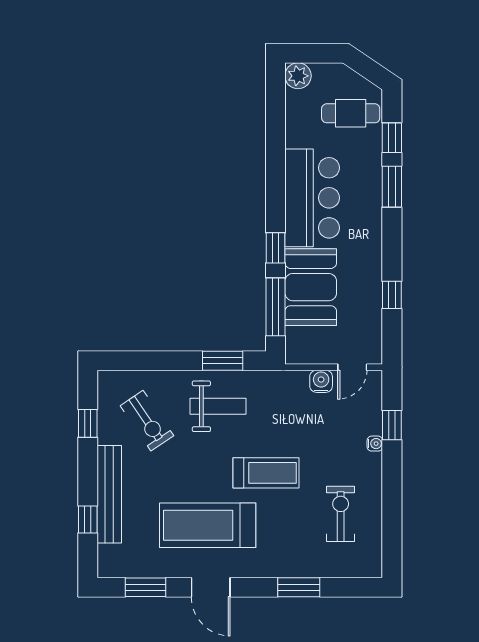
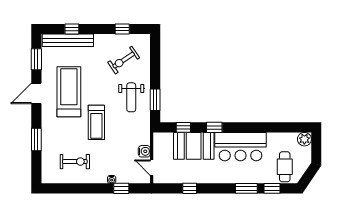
window: (276, 307) -> (183, 127), width x0.46
bench: (109, 494) -> (68, 40), moved

